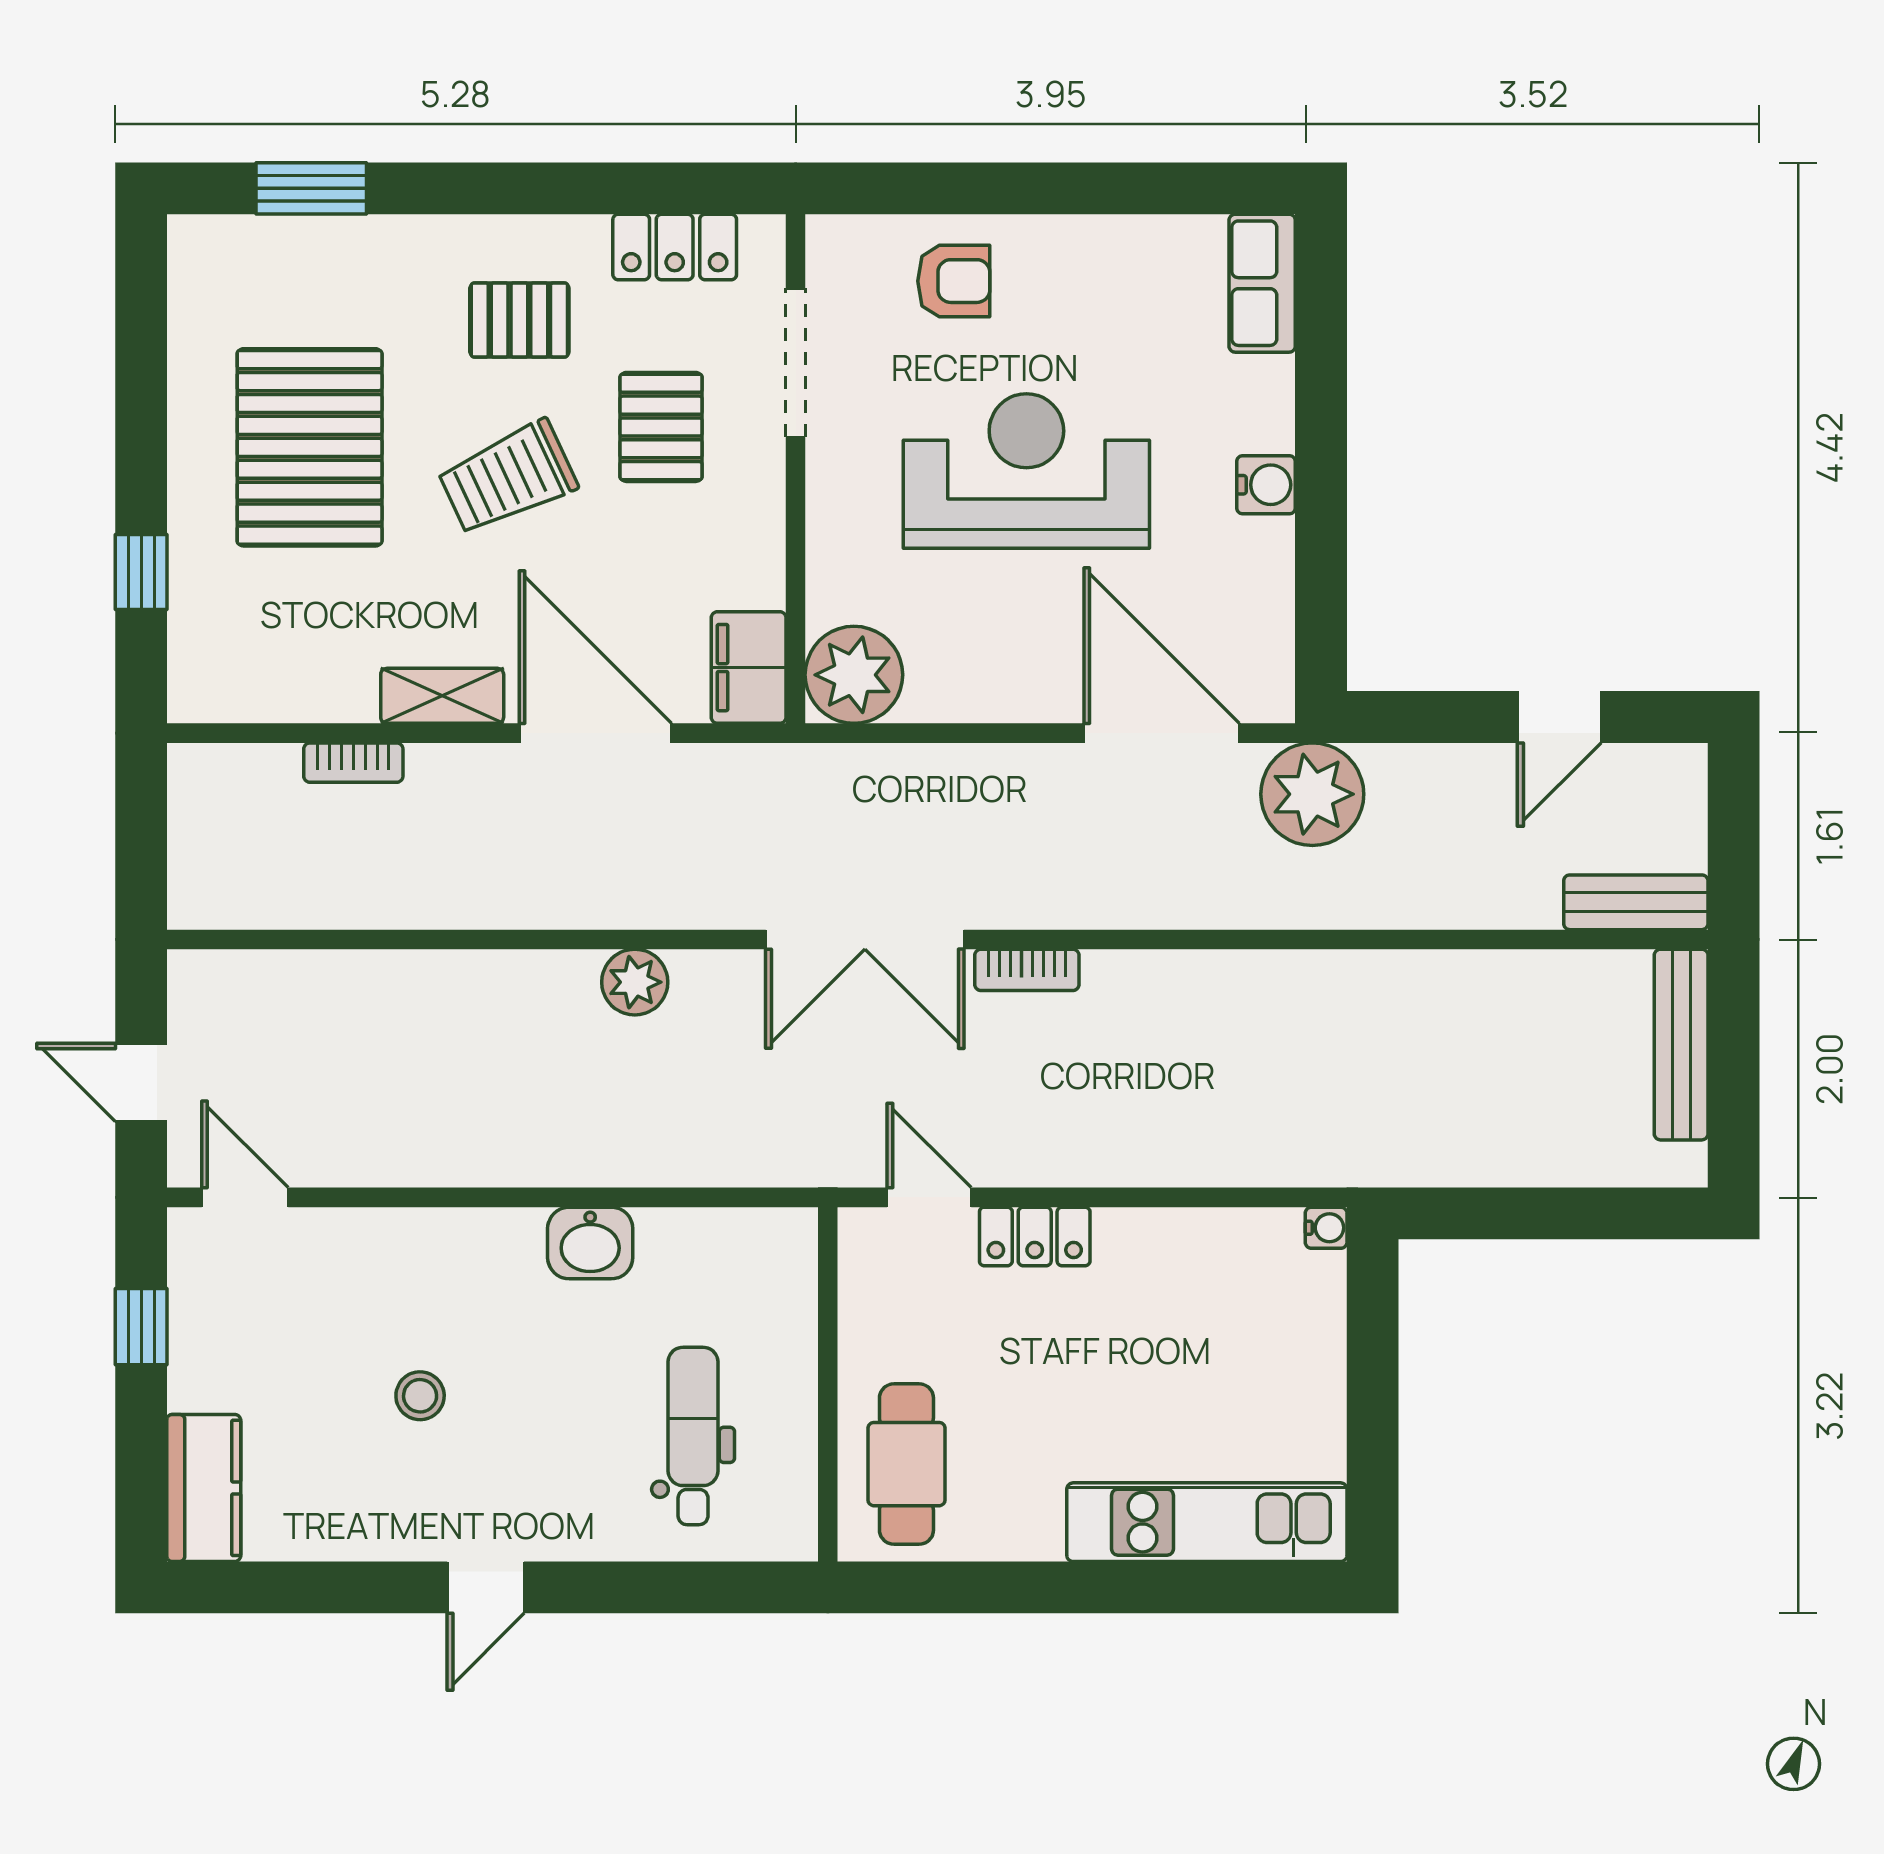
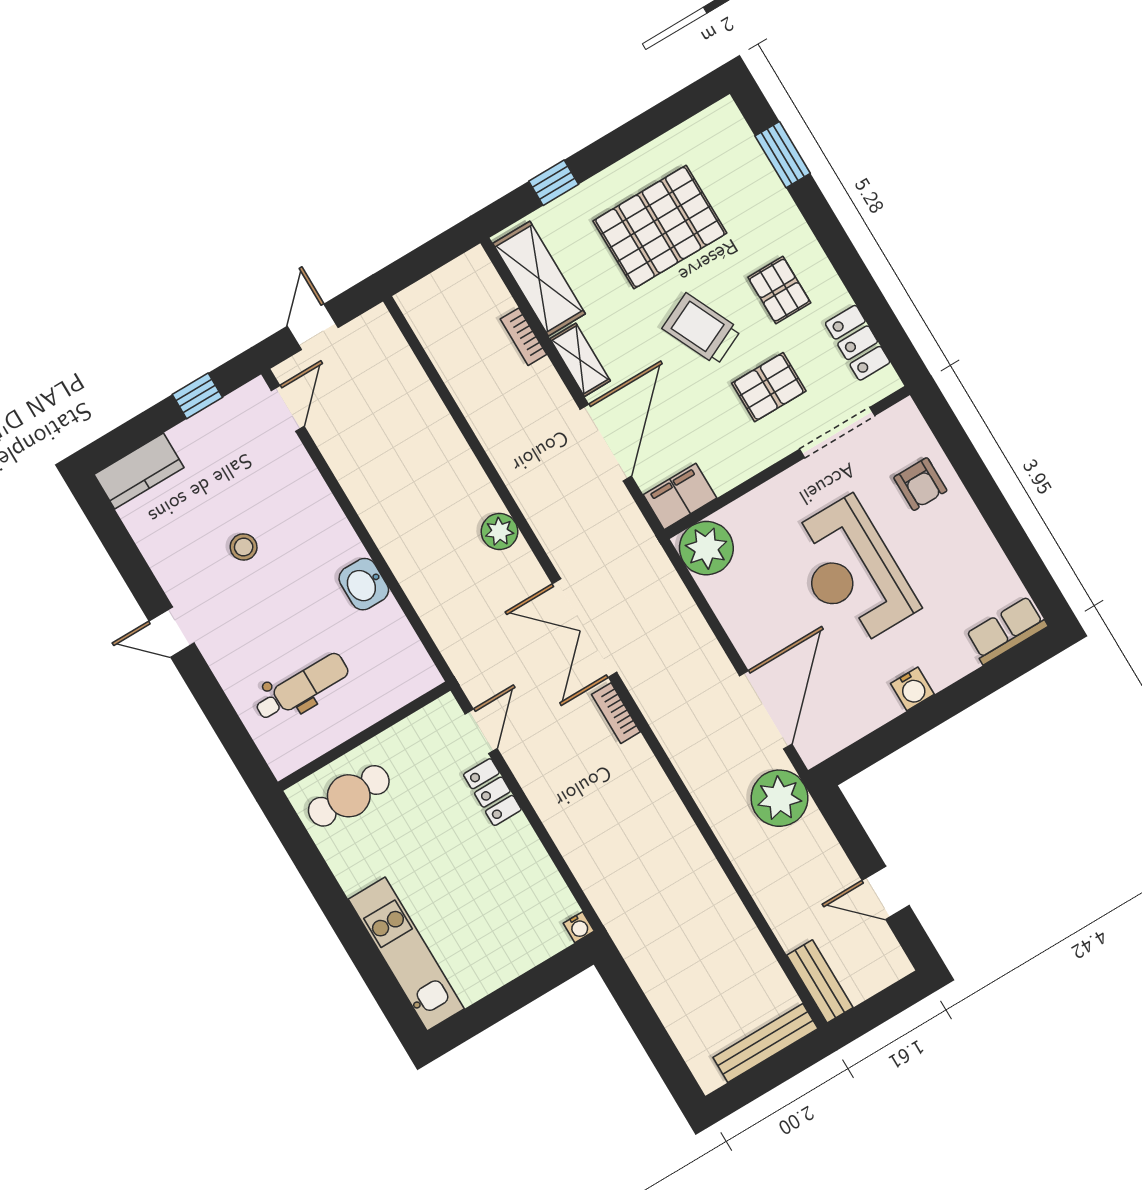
reception desk: (1026, 471) -> (851, 572), turned 180
shelving: (277, 684) -> (539, 279), added

